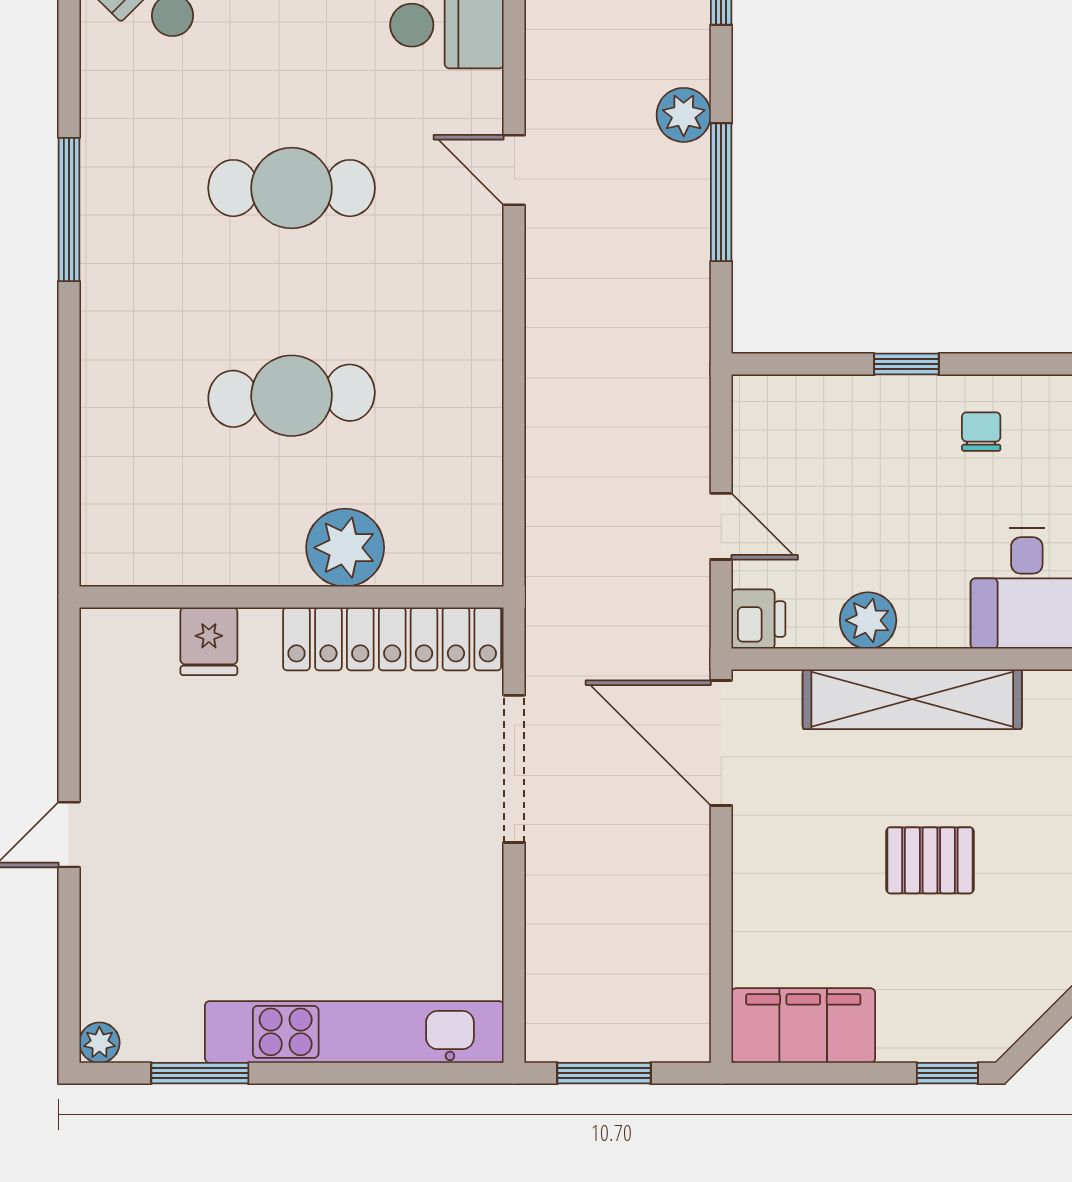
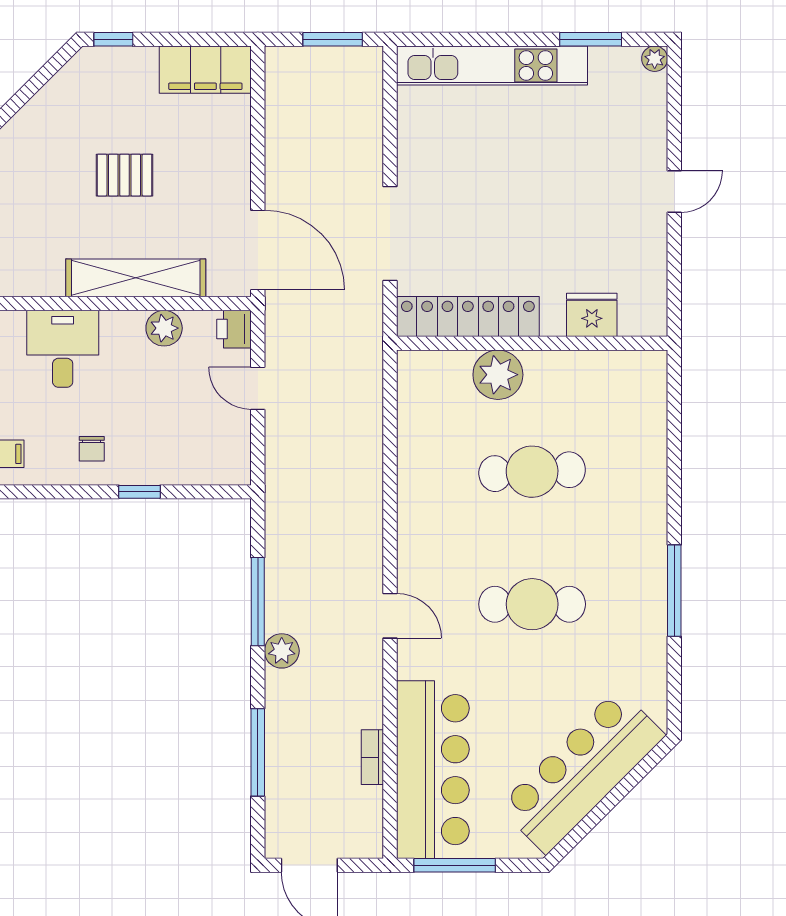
fridge: (209, 641) -> (592, 315), width x1.38

